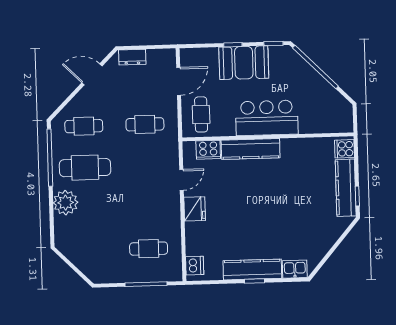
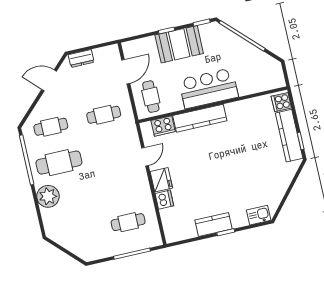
dishwasher: (195, 266) -> (164, 200), moved
kitchen counter: (252, 269) -> (214, 225), width x0.67

